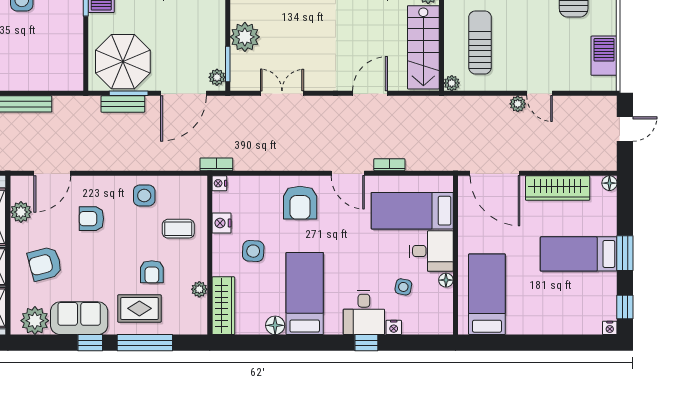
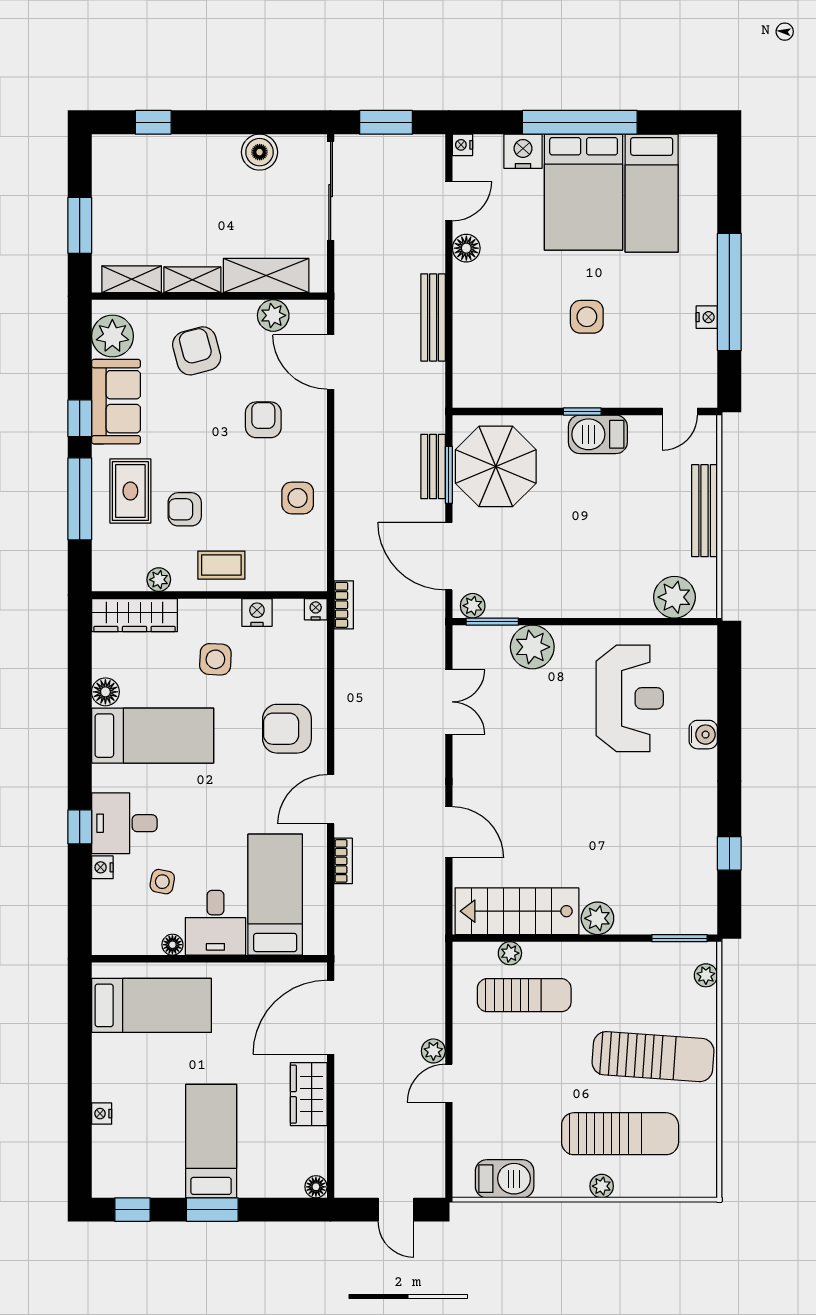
plant: (452, 83) -> (510, 953), moved
wardrobe: (558, 188) -> (309, 1094), width x0.67
coffee table: (178, 229) -> (221, 565), moved, turned 90
nightstand: (610, 328) -> (102, 1114), moved

